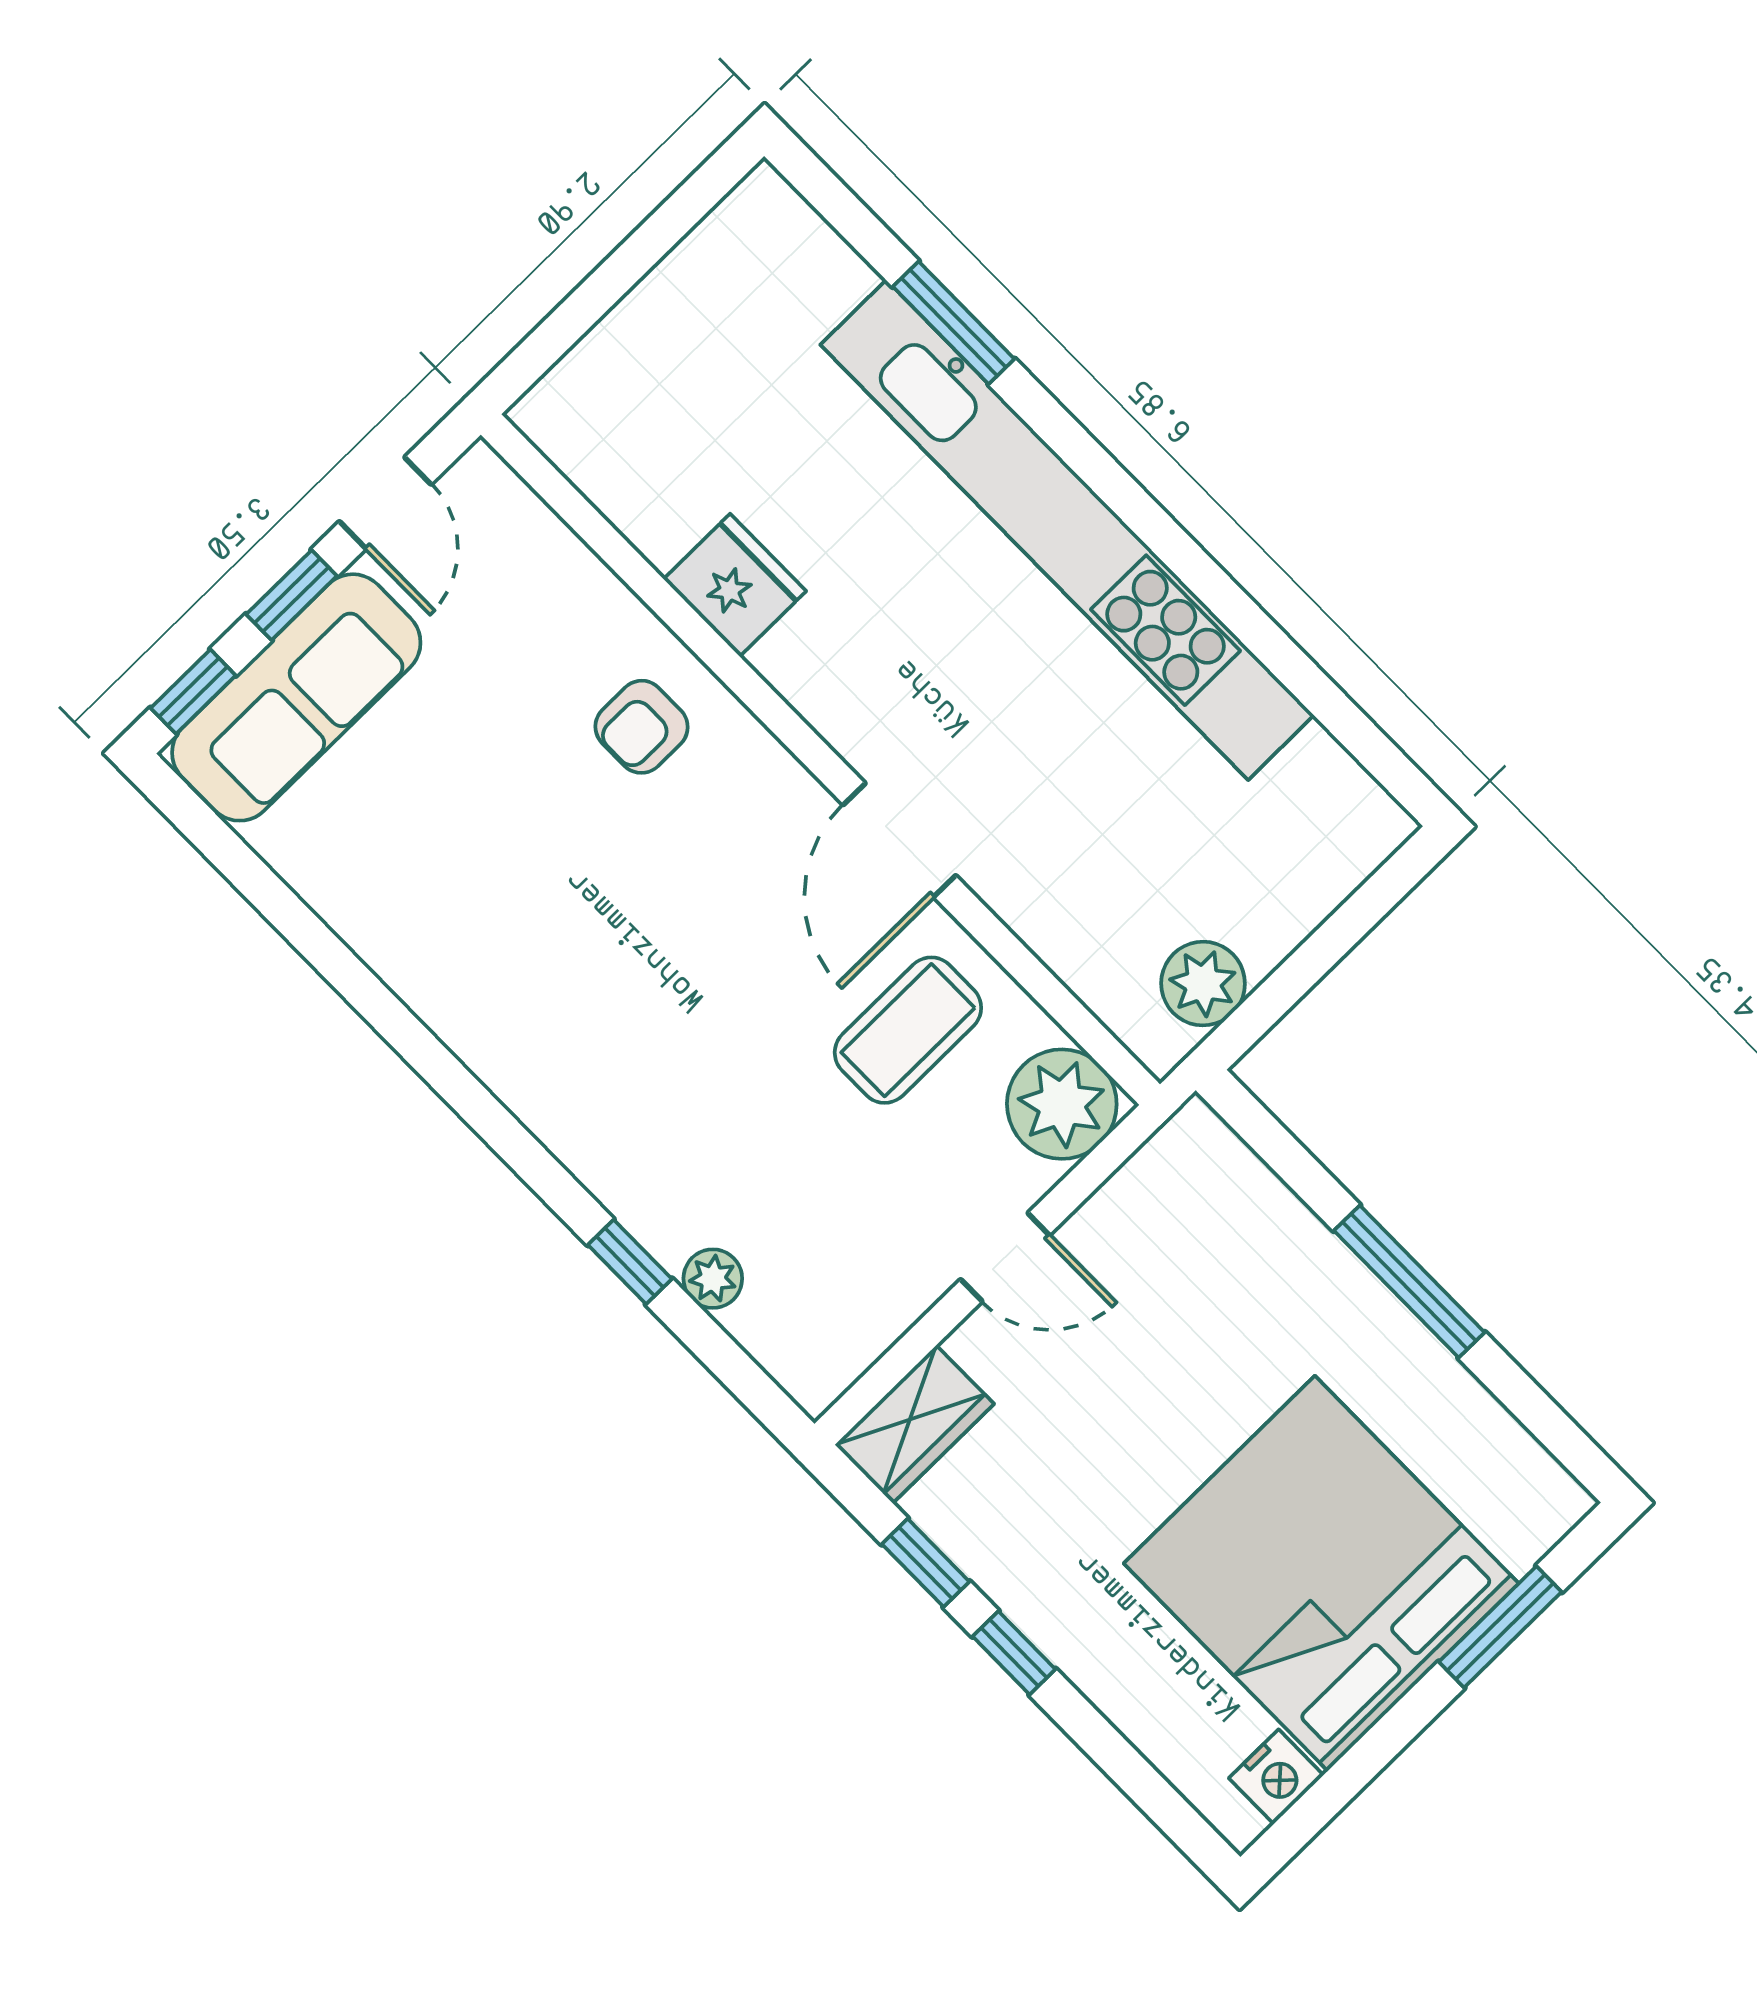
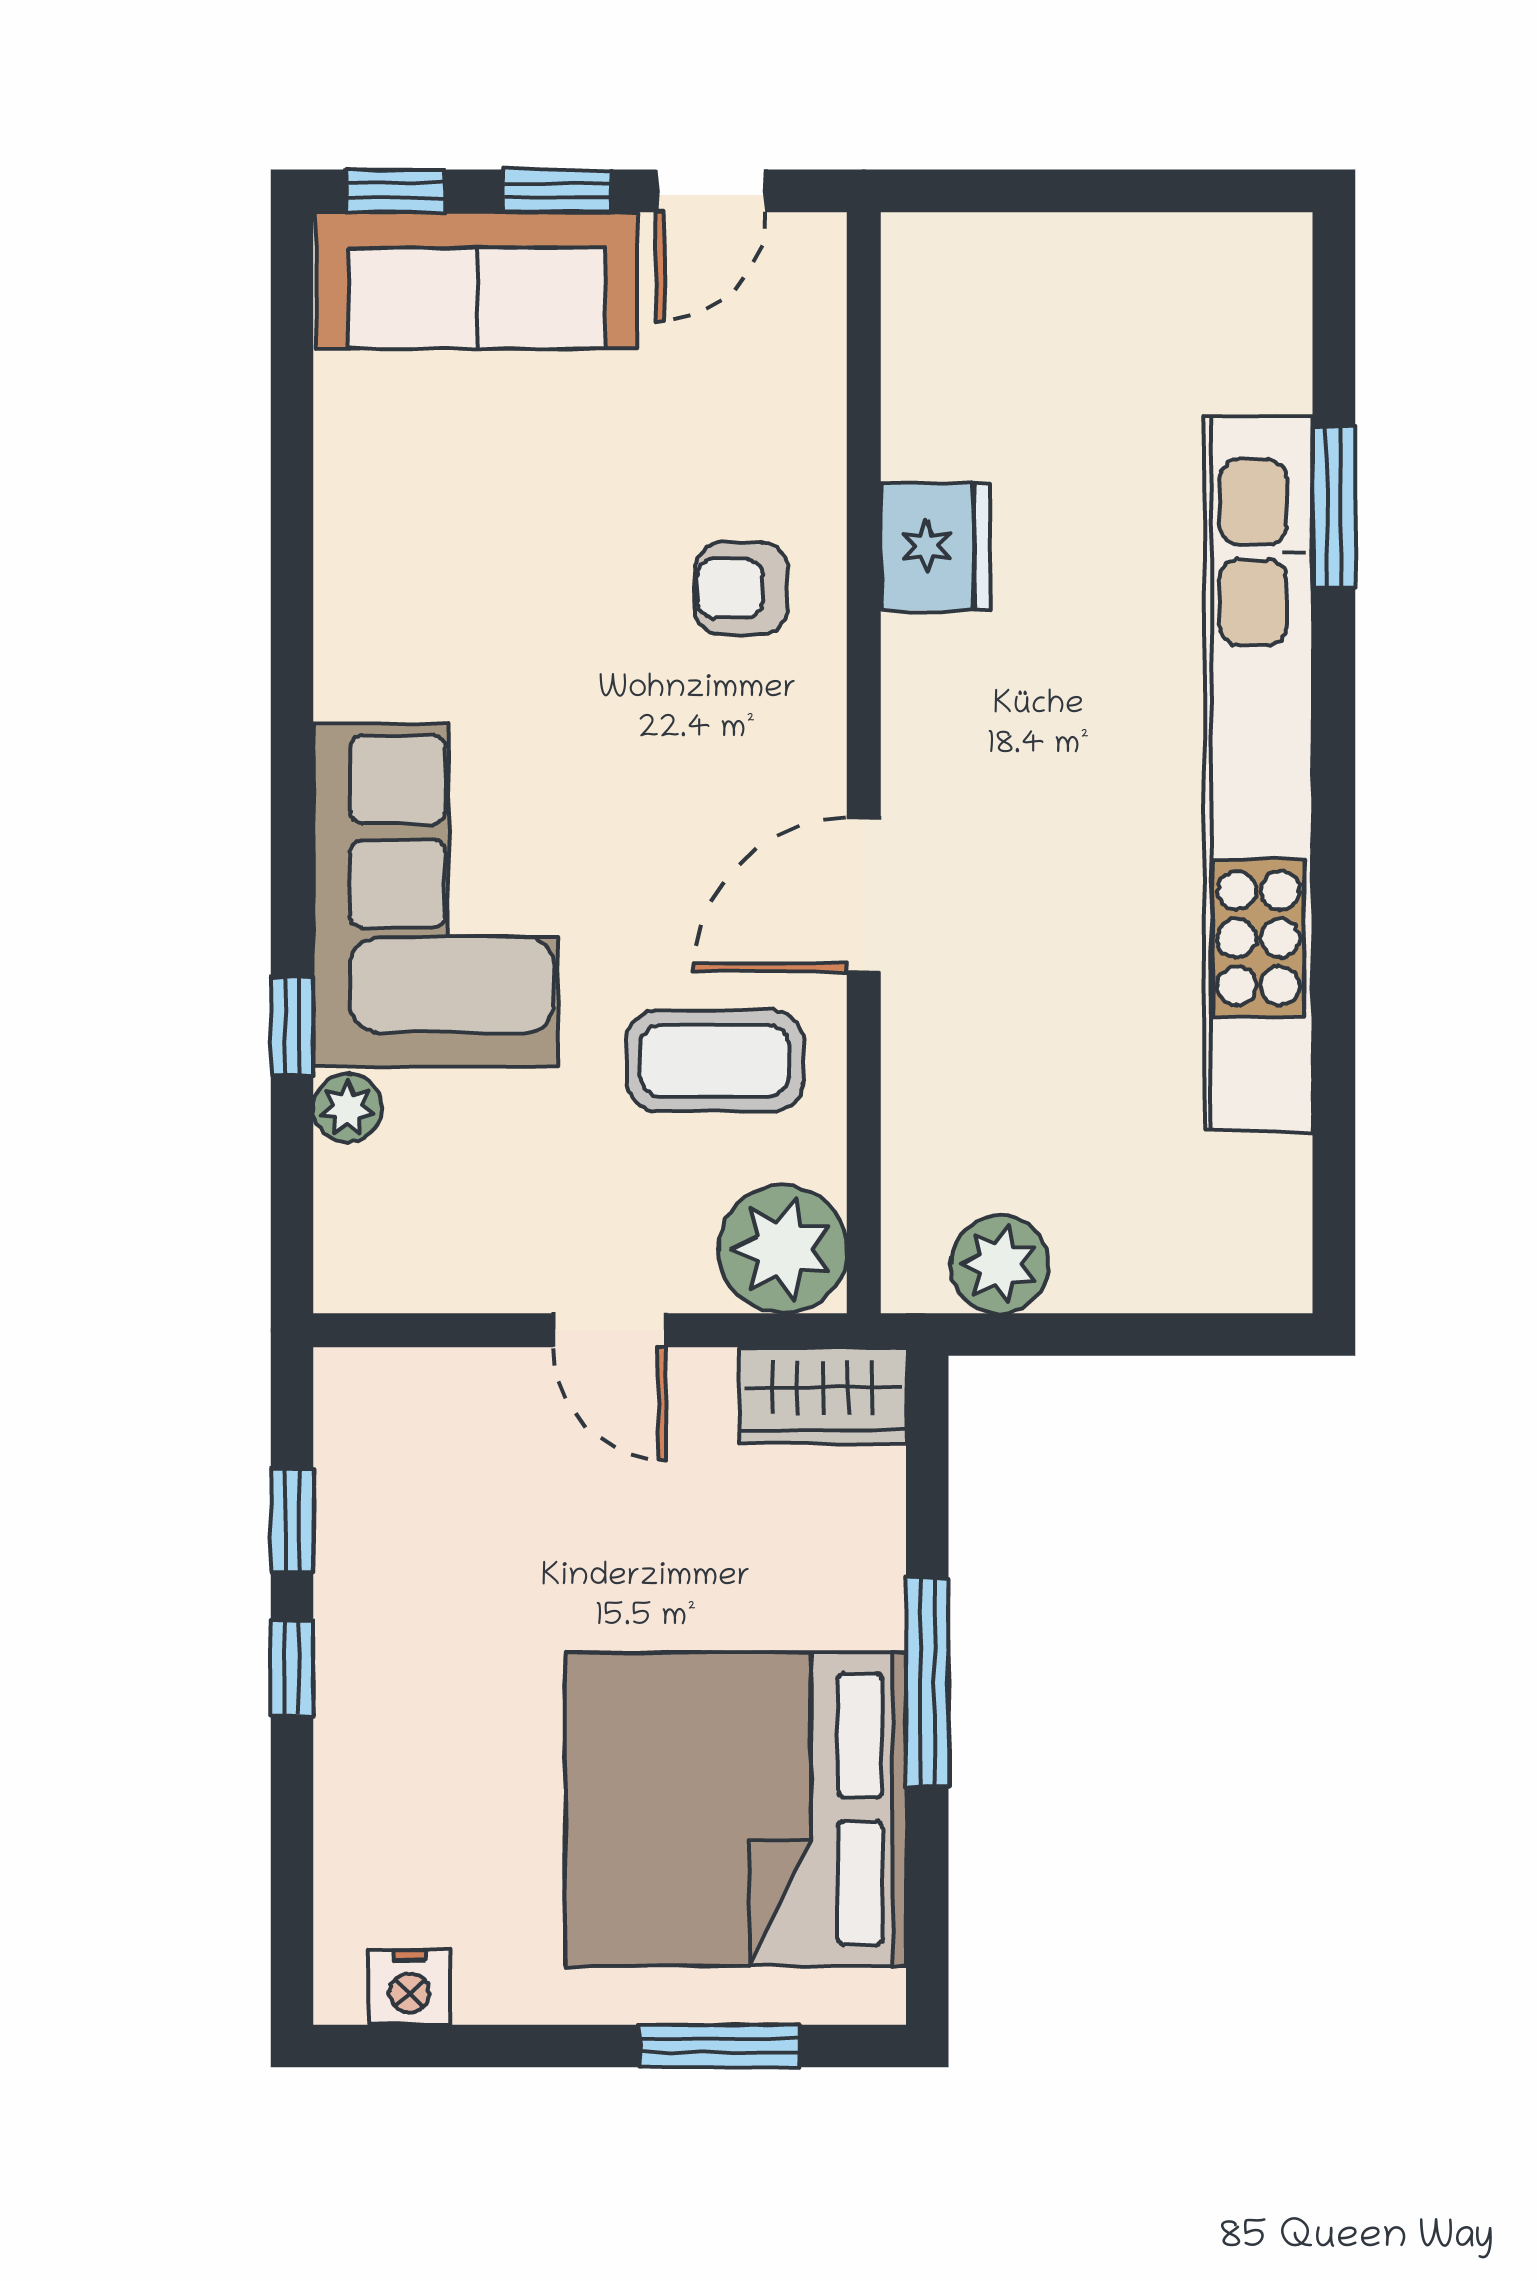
corner sofa: (639, 1096) -> (436, 895), added
wardrobe: (914, 1424) -> (823, 1395), moved
bed: (1321, 1573) -> (736, 1809), moved, turned -90

